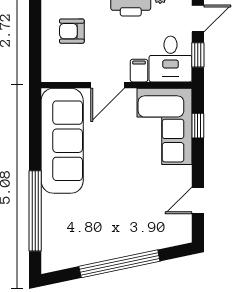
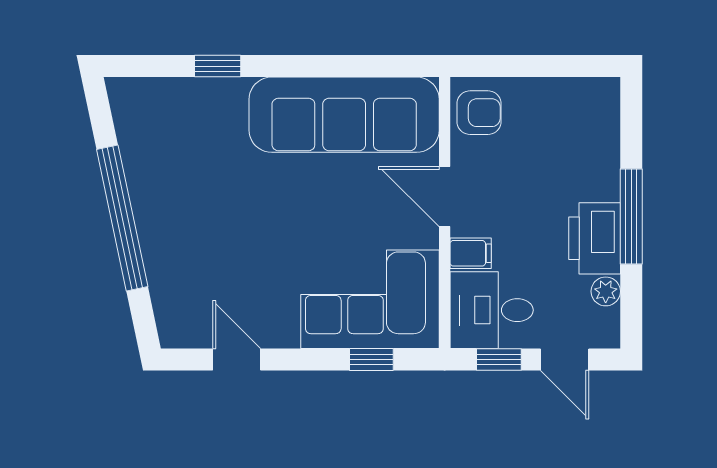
armchair: (72, 31) -> (479, 113), moved, turned 90
window: (35, 211) -> (218, 66), width x0.32

